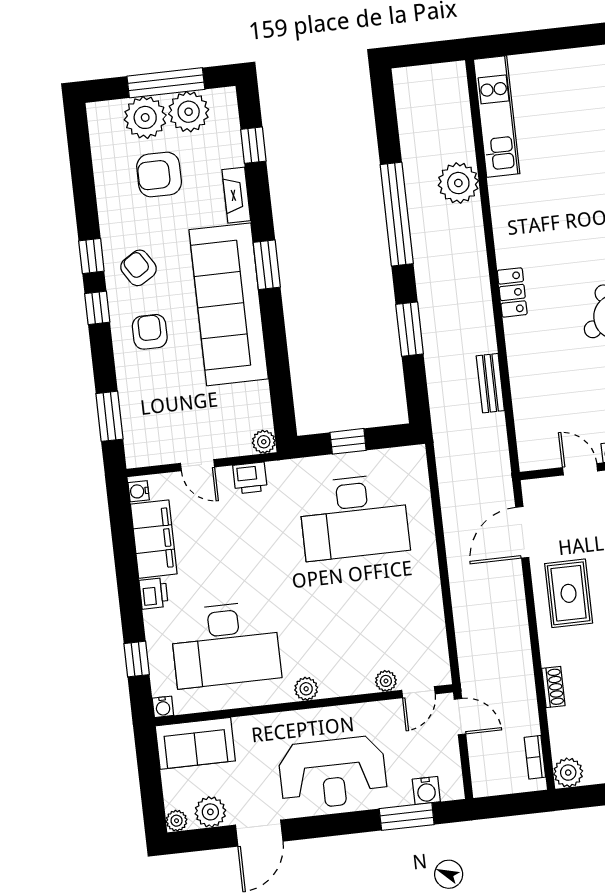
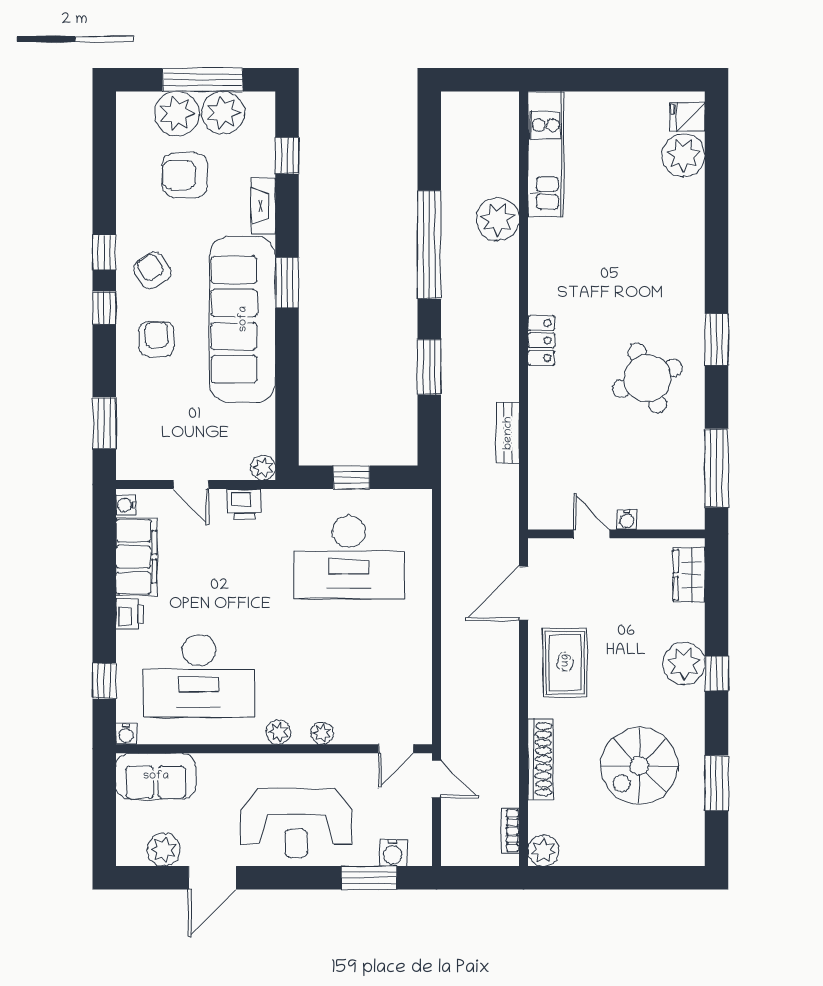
plant: (386, 681) -> (322, 733), moved
shoe rack: (553, 687) -> (540, 759), width x1.94, depth x1.24
plant: (177, 821) -> (127, 855), removed

